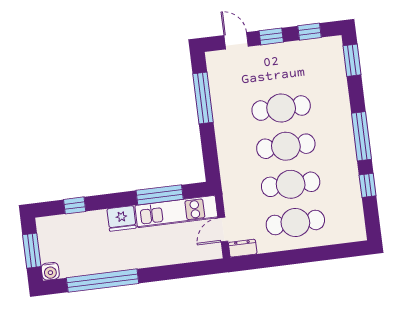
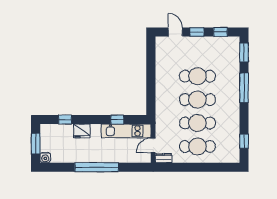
window: (203, 98) -> (151, 64), removed
window: (361, 136) -> (244, 88), moved
window: (368, 185) -> (244, 141), moved
window: (160, 195) -> (117, 120), width x0.46
fridge: (122, 218) -> (82, 131), moved
window: (103, 281) -> (97, 167), moved

